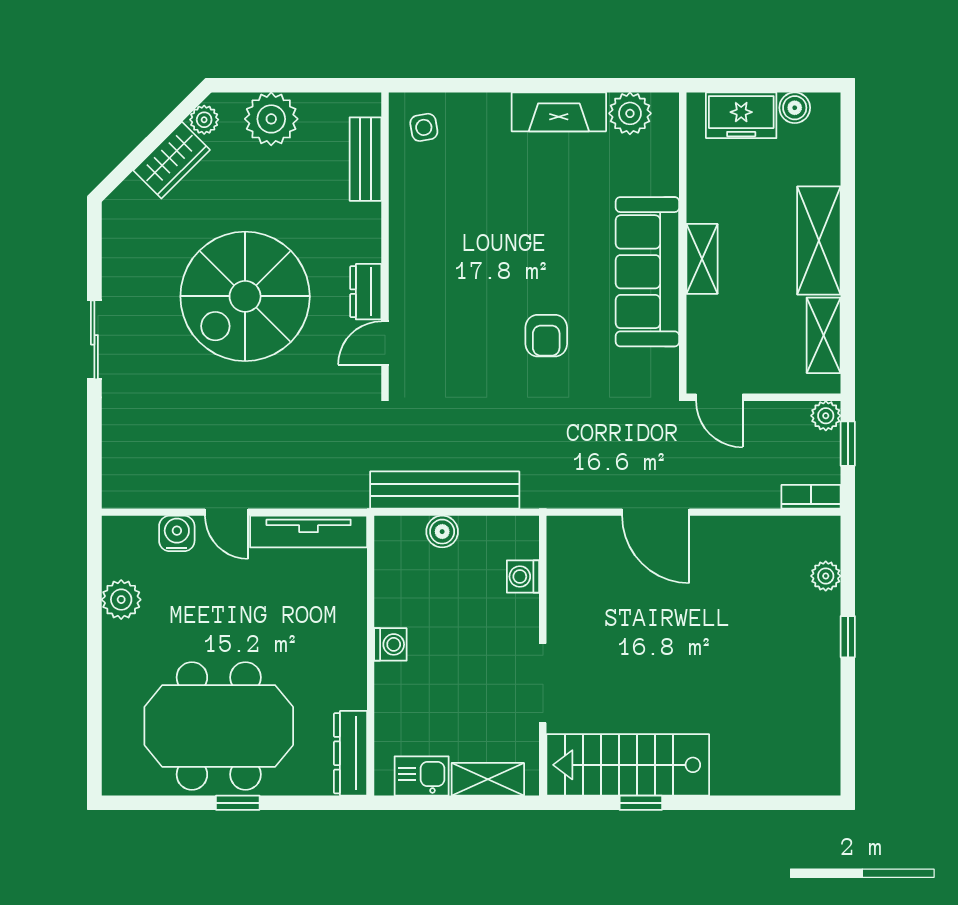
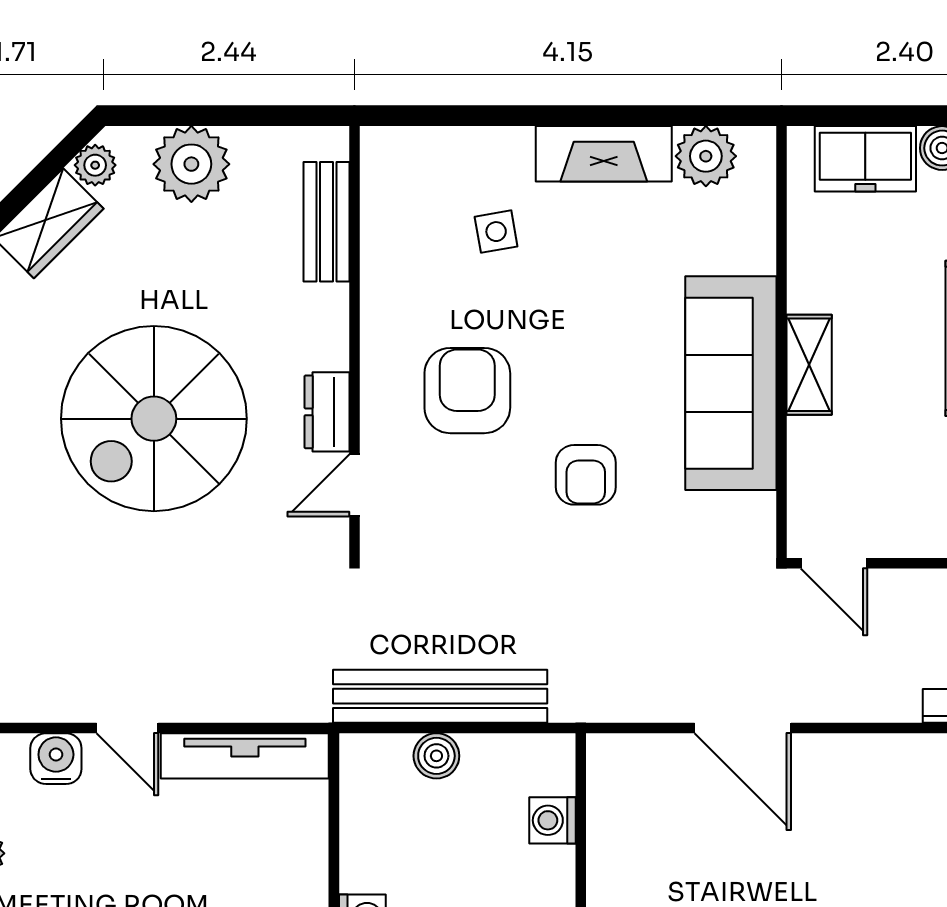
side table: (424, 127) -> (496, 232), moved
armchair: (464, 277) -> (467, 391), added

